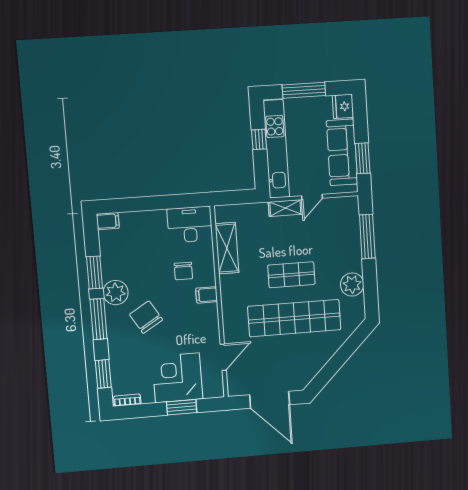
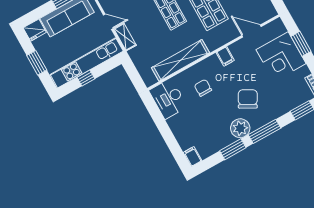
window: (304, 90) -> (37, 63), width x0.69
shelving: (227, 248) -> (181, 60), width x1.47
chair: (183, 271) -> (203, 88), turned -90
filing cabinet: (207, 295) -> (225, 56), moved
chair: (146, 317) -> (248, 99), turned 150

